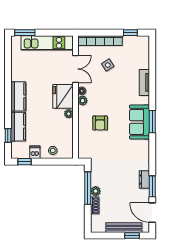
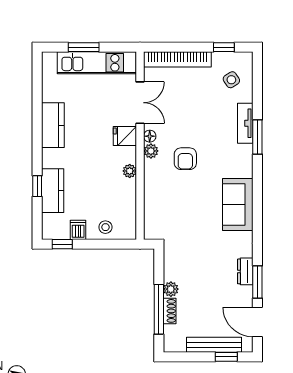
window: (25, 33) -> (84, 47), moved
side table: (108, 65) -> (231, 80), moved
kitchen counter: (18, 96) -> (53, 125), moved
fridge: (63, 96) -> (125, 136), width x0.53, depth x0.75
sofa: (139, 122) -> (238, 205), moved
window: (152, 122) -> (257, 137), moved
armchair: (100, 123) -> (185, 159), moved
window: (8, 136) -> (37, 186), moved
window: (88, 188) -> (159, 309), moved

